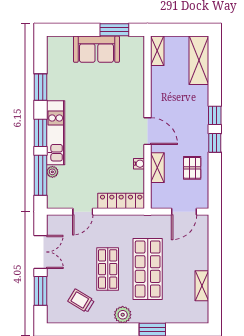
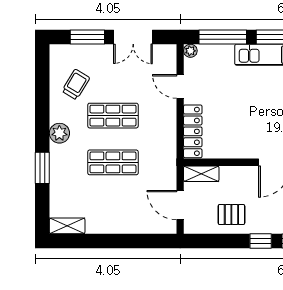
water cooler: (139, 164) -> (236, 152), removed
shelving: (157, 168) -> (201, 174), moved
plant: (52, 172) -> (190, 51), moved
shop shelf: (148, 269) -> (113, 162), width x0.70, depth x0.74
shelving: (202, 286) -> (67, 226), moved

